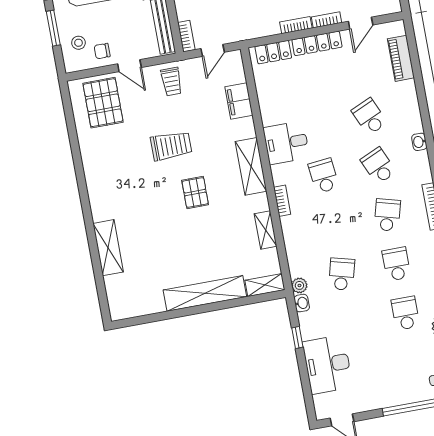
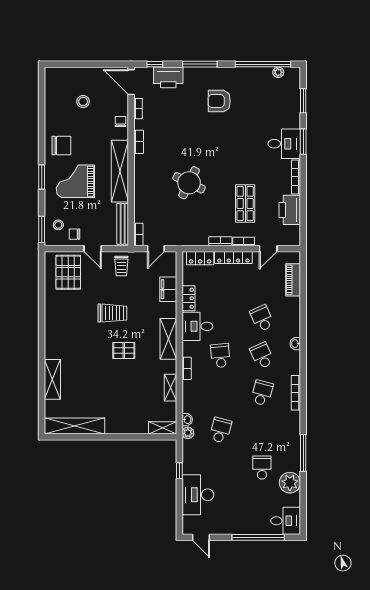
window: (53, 28) -> (42, 229), moved
locker: (268, 108) -> (188, 298), added
pallet: (195, 193) -> (124, 351), turned 90
school desk: (396, 264) -> (262, 430), removed
shelving: (205, 293) -> (75, 426), moved
washbasin: (302, 303) -> (187, 420), moved

